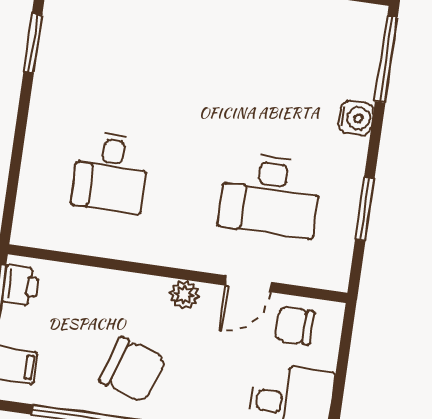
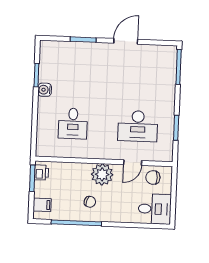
water cooler: (356, 118) -> (45, 90), moved, turned 180
plant: (184, 295) -> (102, 174), width x1.87, depth x1.87
chair: (133, 370) -> (90, 202), width x0.54, depth x0.54

